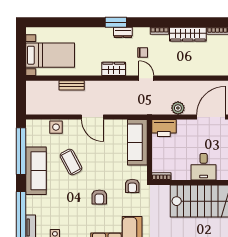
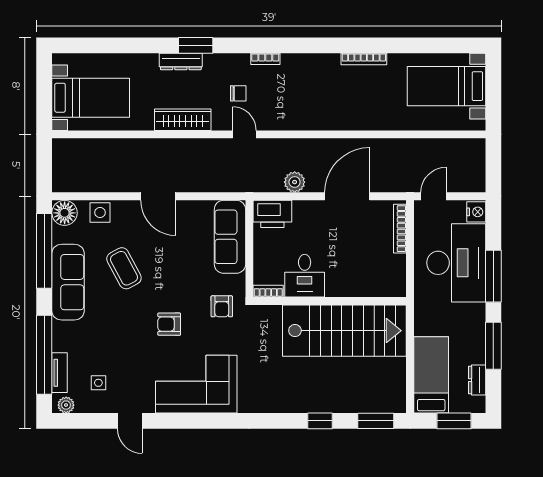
dresser: (123, 32) -> (181, 61), moved, width x1.44
wardrobe: (188, 34) -> (310, 64), removed
wardrobe: (114, 69) -> (183, 120), width x1.50
bench: (72, 85) -> (125, 146), removed
floor lamp: (34, 127) -> (65, 213), added
desk: (204, 167) -> (305, 276), moved
armchair: (99, 197) -> (169, 324), turned 90

